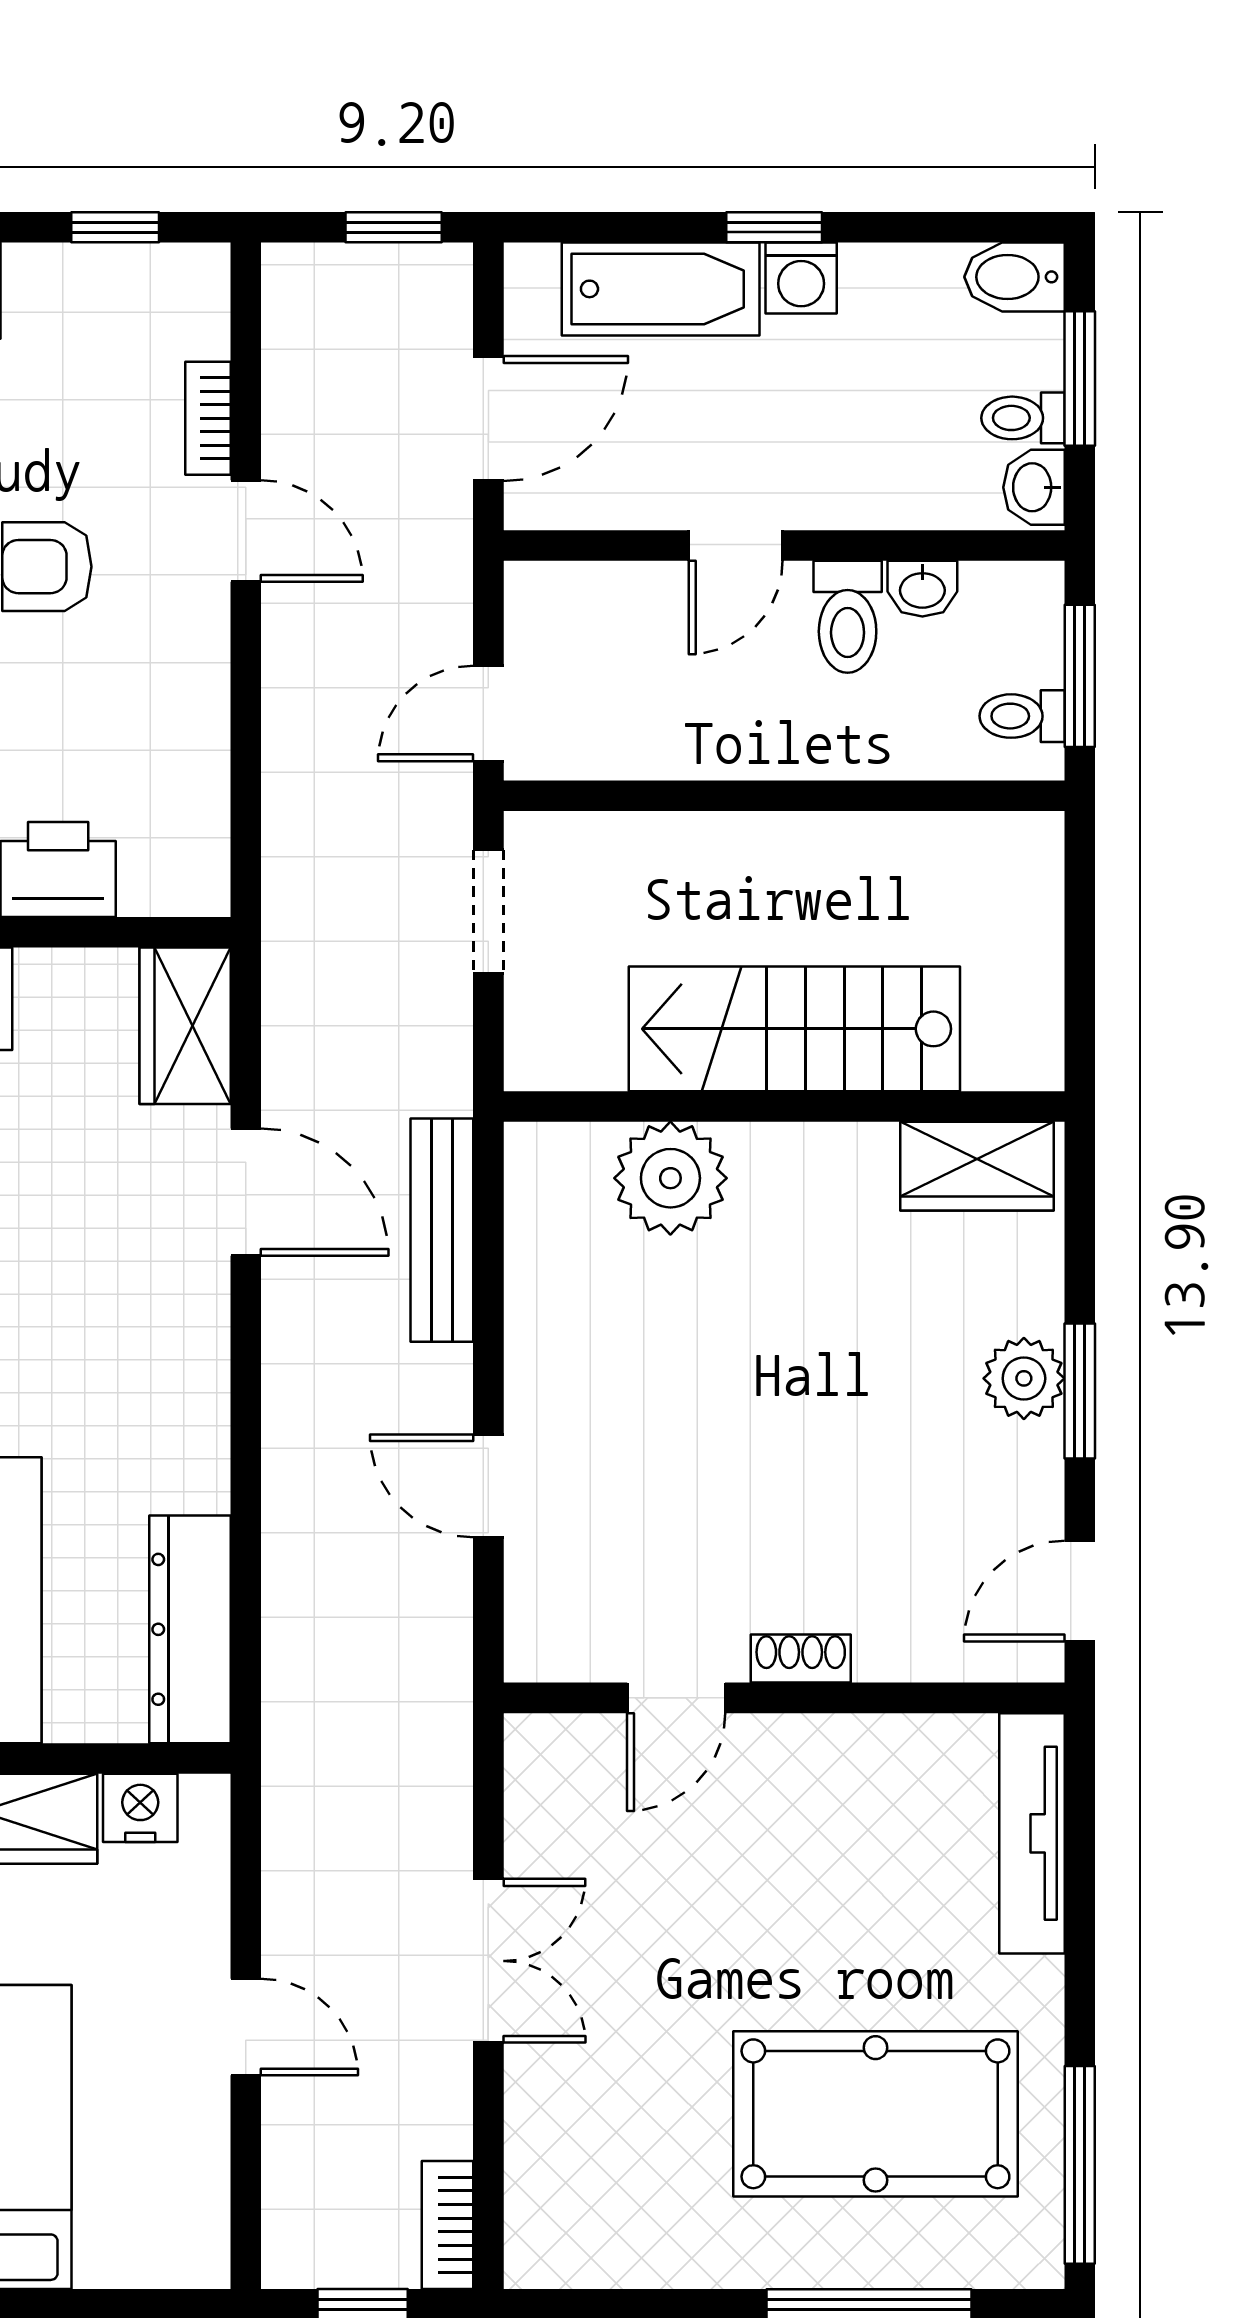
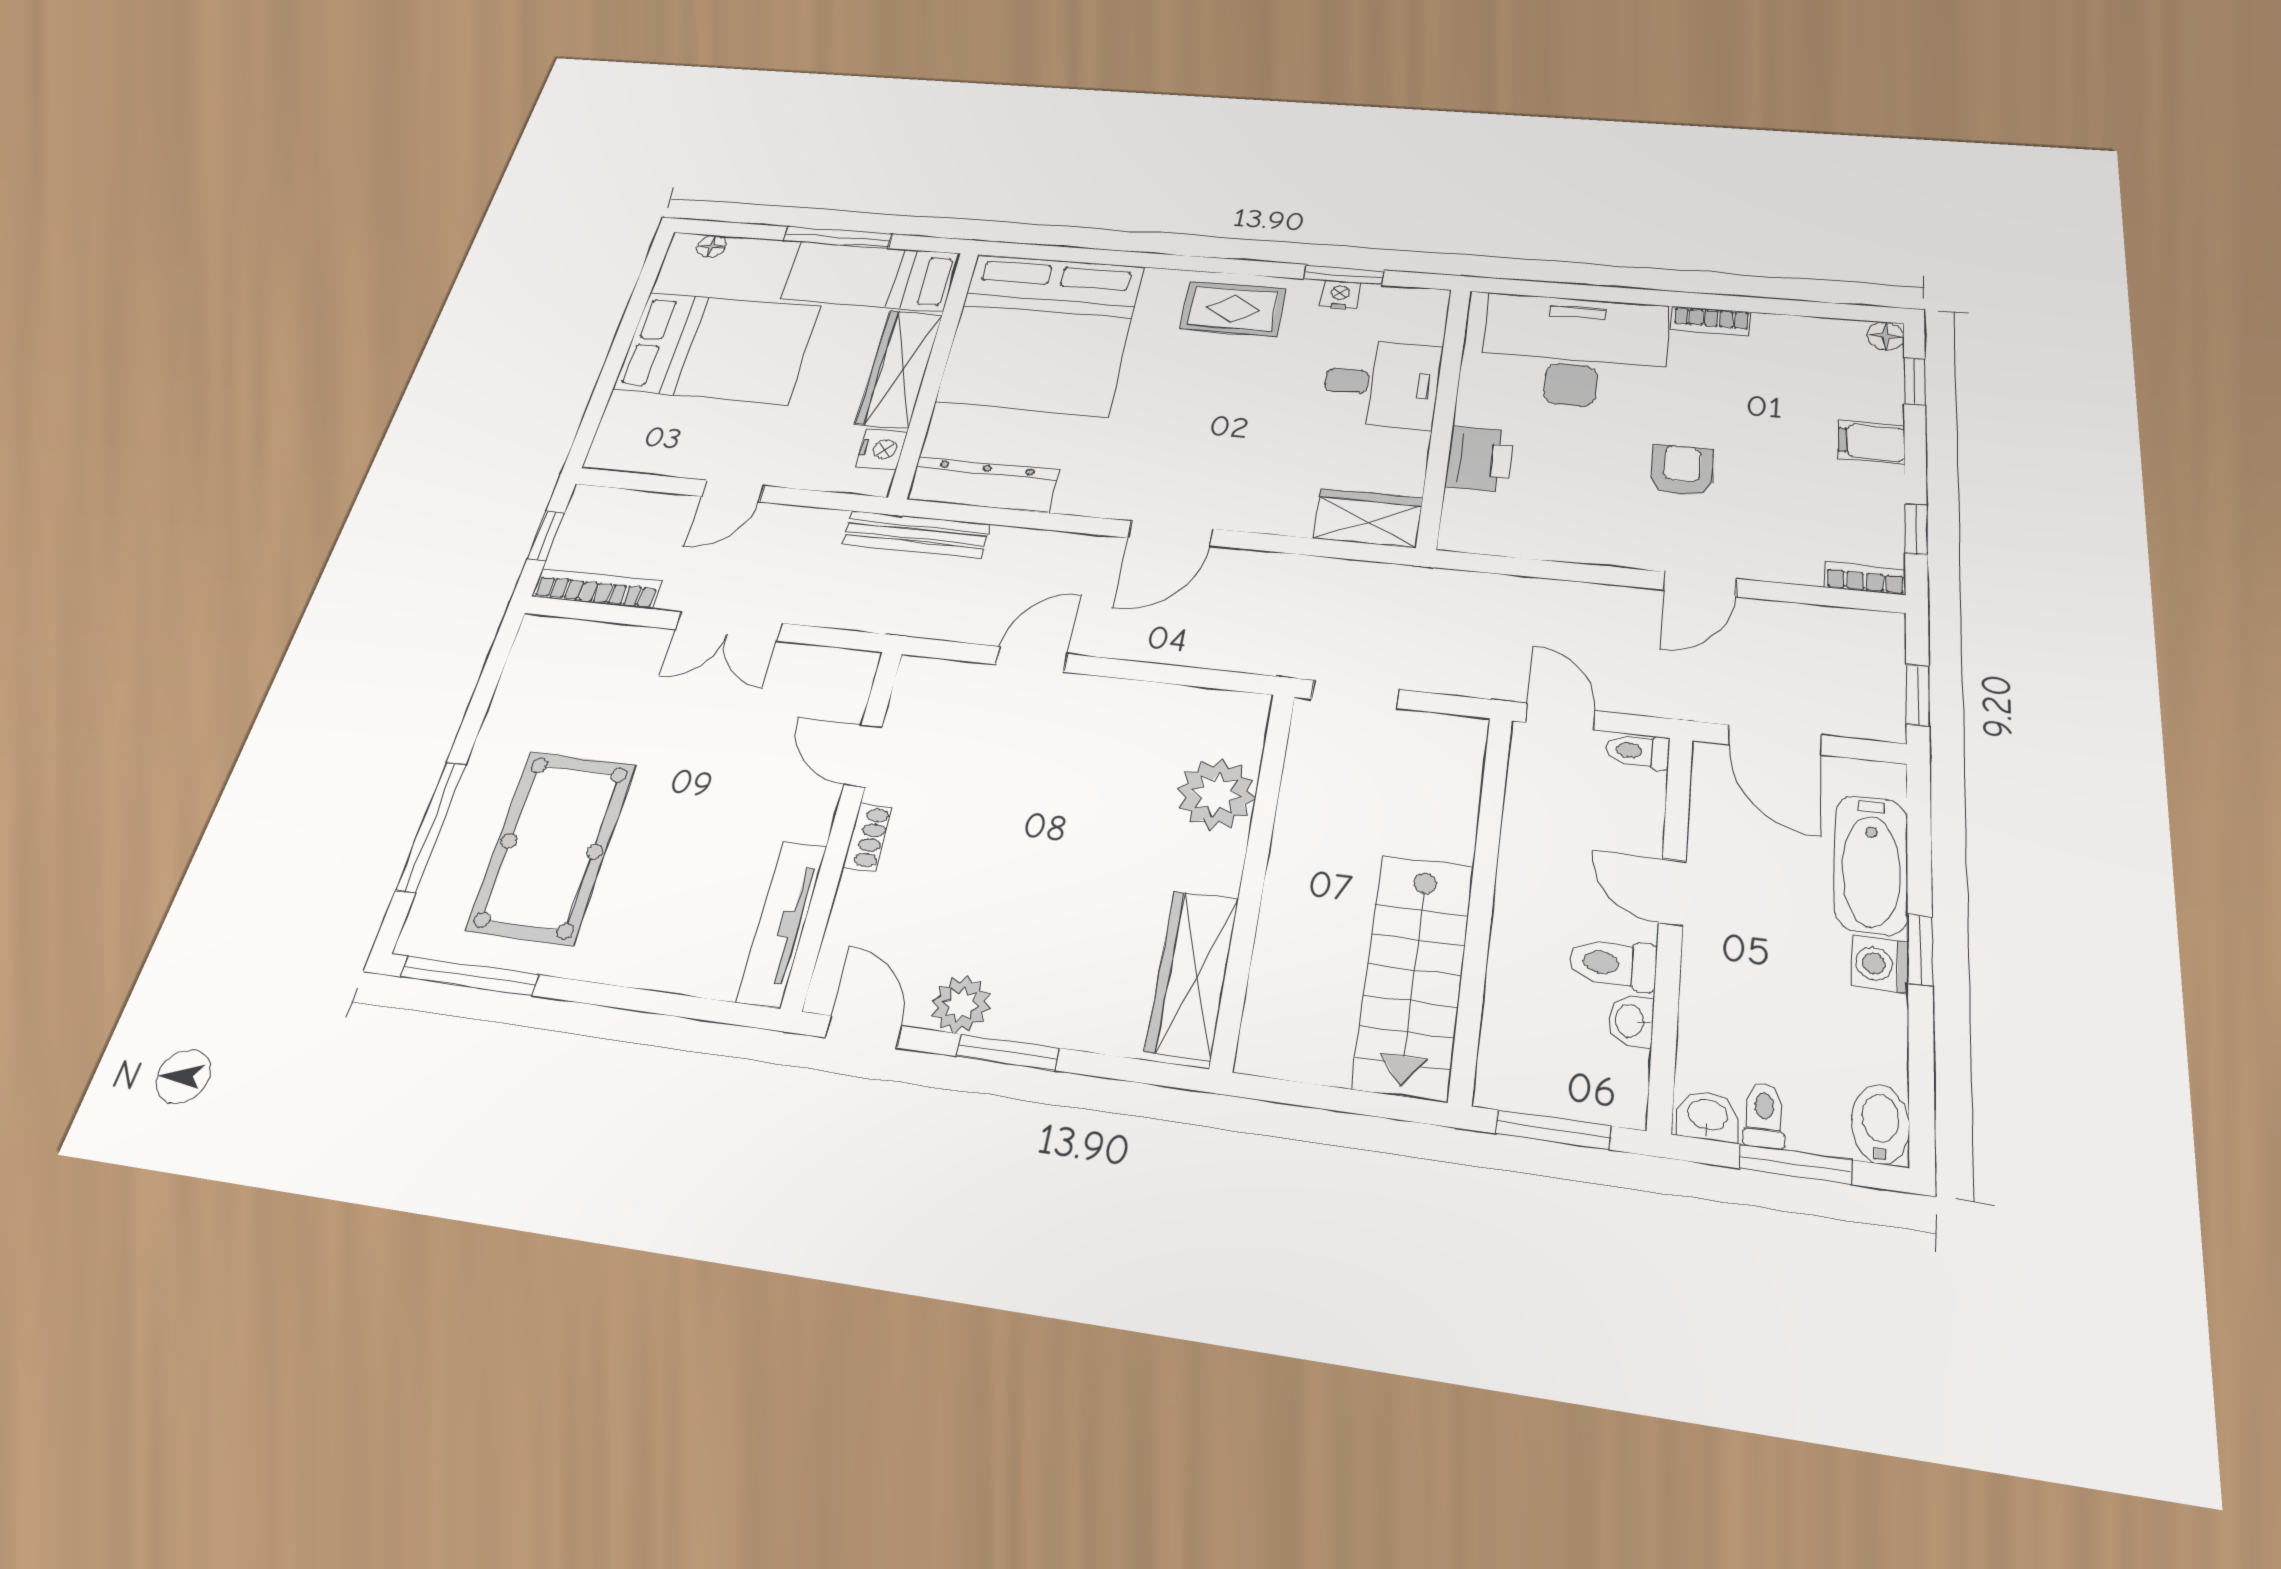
bookcase: (208, 418) -> (1865, 578), moved
toilet: (1022, 716) -> (1638, 751), moved, turned -90
doorway: (488, 912) -> (1355, 694), moved
stairs: (794, 1029) -> (1414, 975), moved, turned 180
wardrobe: (977, 1166) -> (1192, 974), width x1.50
door: (246, 1192) -> (1171, 533), moved
bench: (442, 1230) -> (916, 534), moved
plant: (1024, 1378) -> (961, 1004), moved
tv unit: (1032, 1833) -> (782, 923), moved, turned -90
bookcase: (448, 2225) -> (597, 589), width x1.56

